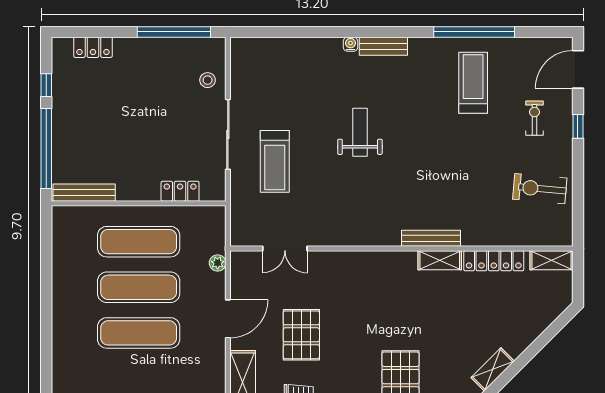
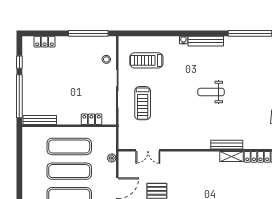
bench: (383, 46) -> (206, 41), width x1.36
treadmill: (473, 83) -> (146, 60), moved, turned -90
weight bench: (360, 132) -> (211, 92), moved, turned -90

